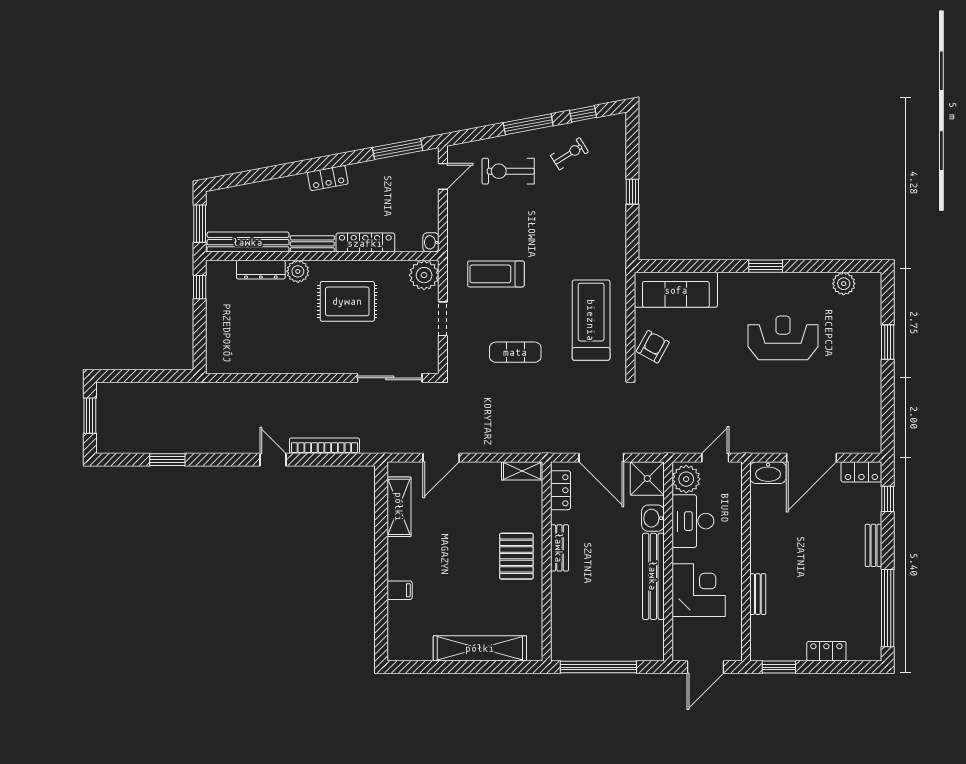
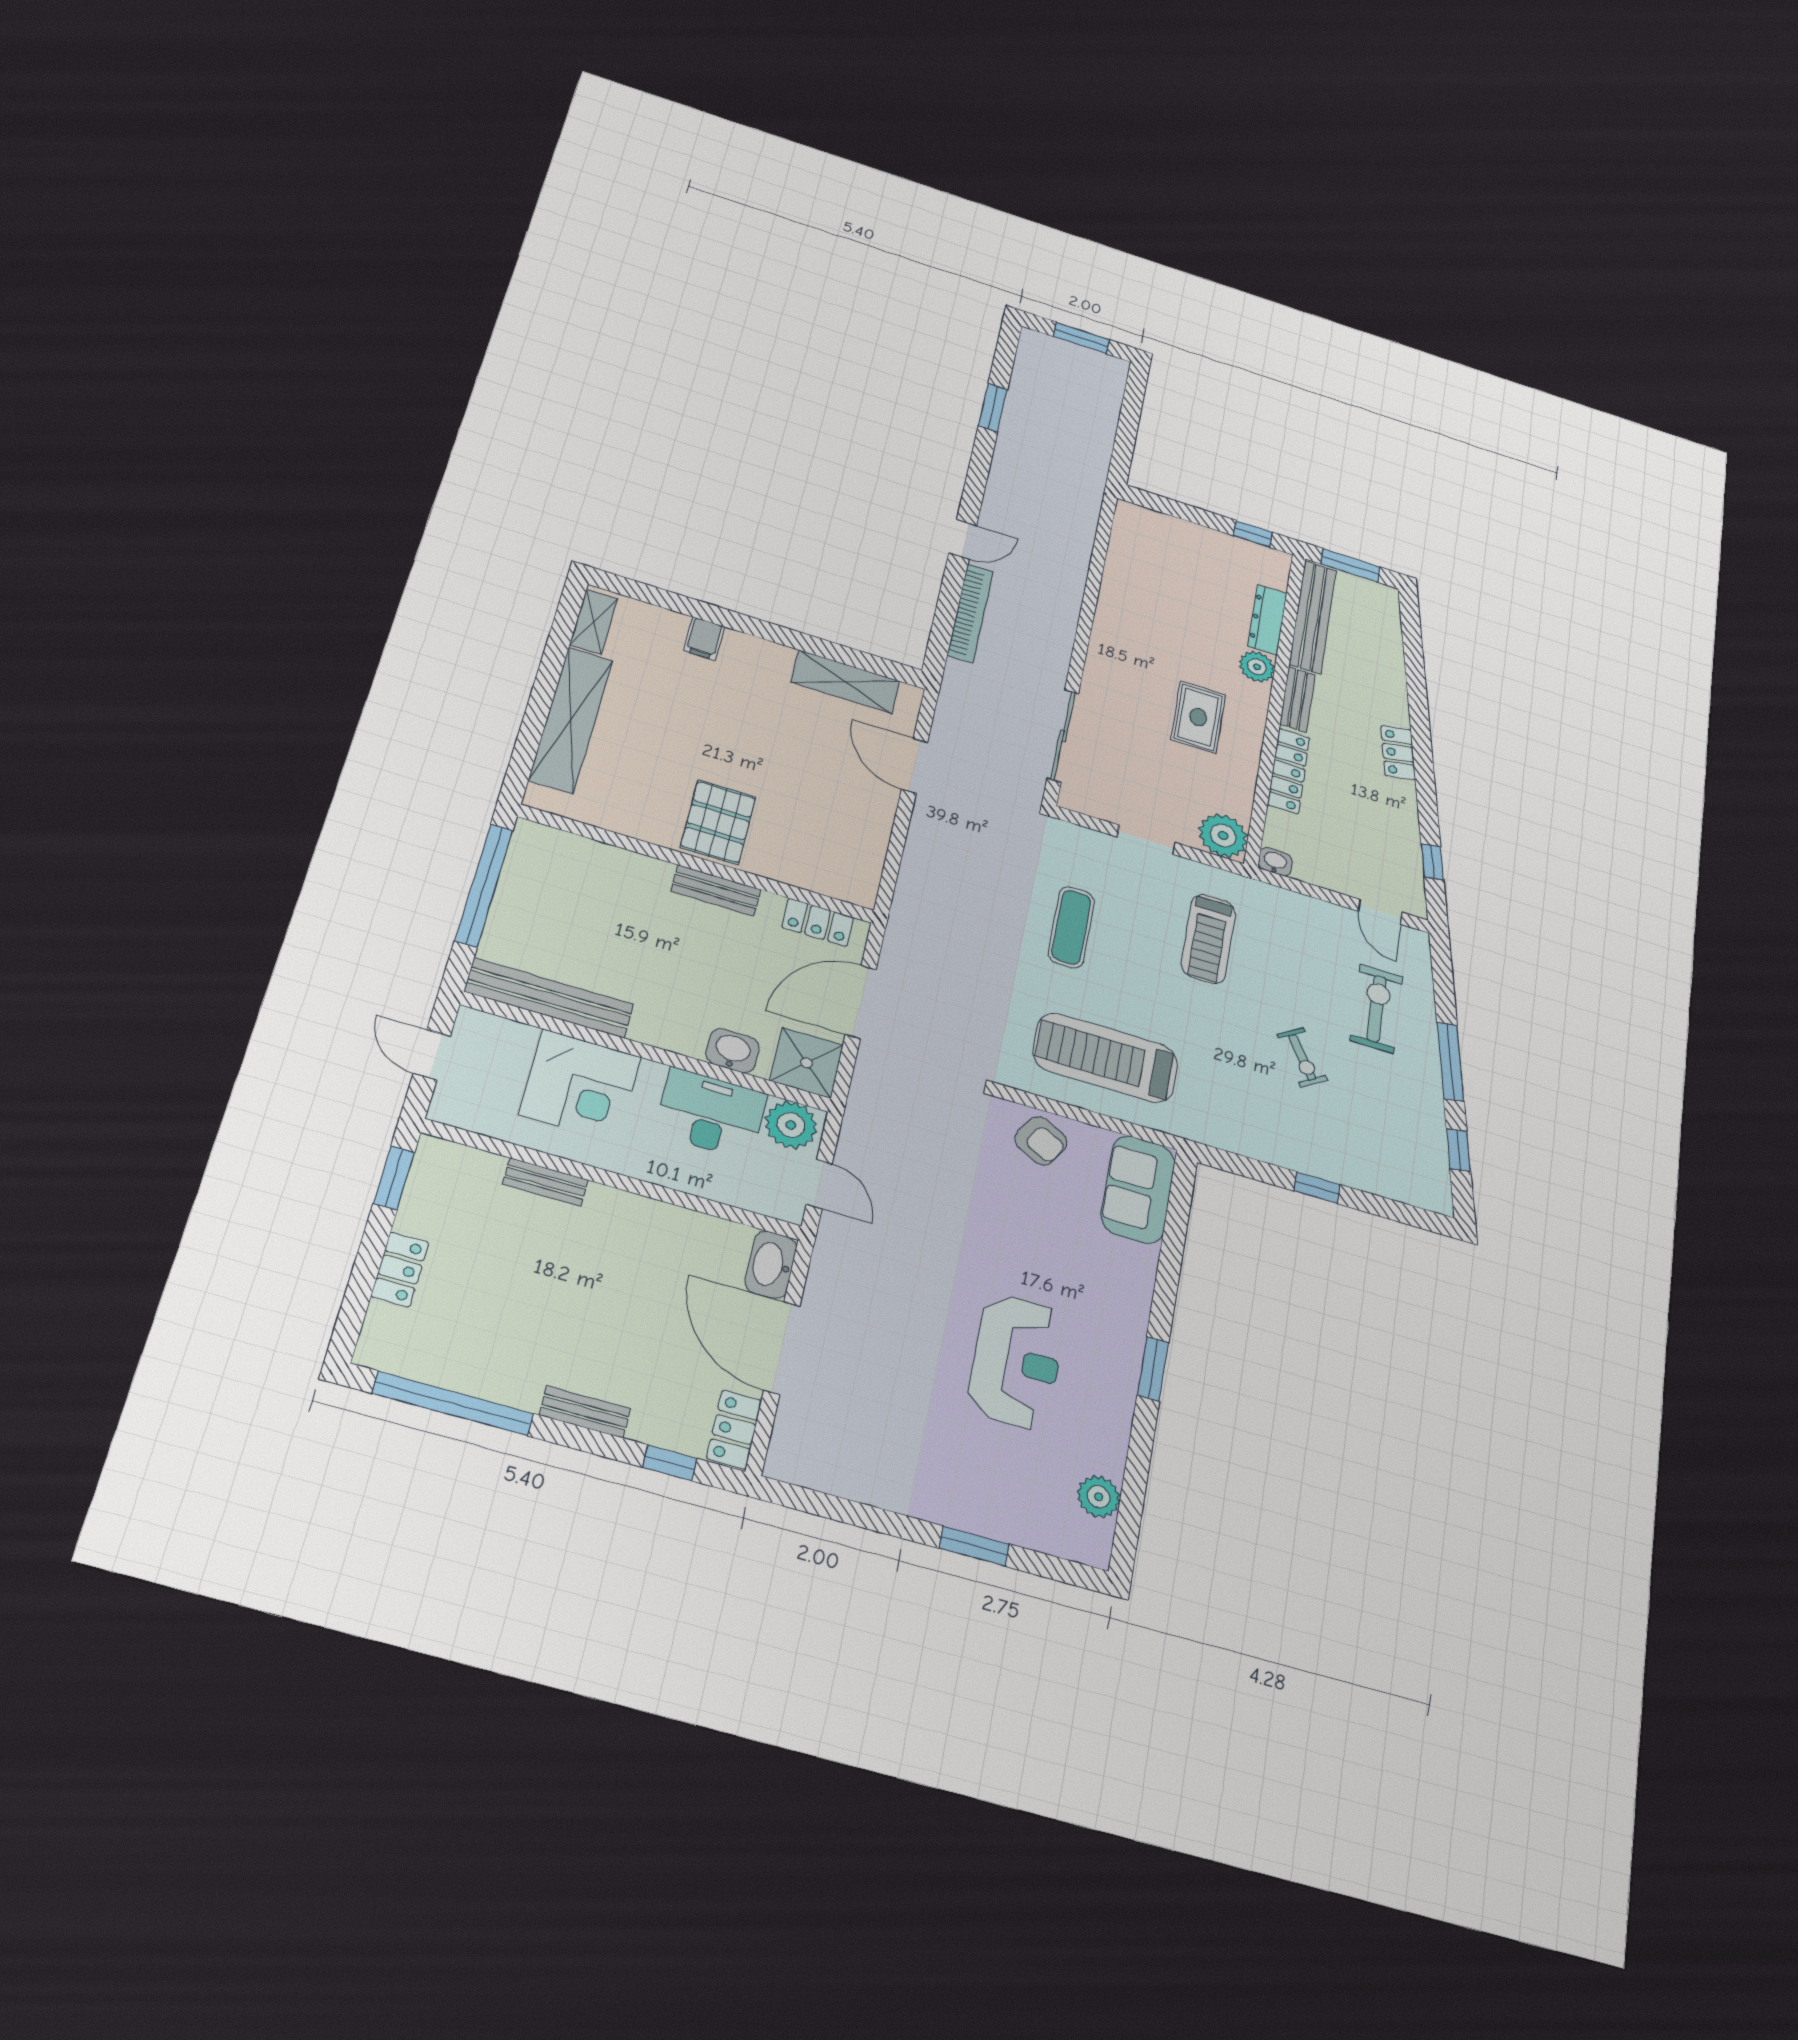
window: (398, 149) -> (1432, 862), width x0.46
exercise bike: (569, 154) -> (1302, 1057), moved
treadmill: (496, 274) -> (1208, 939), turned 180
sofa: (676, 290) -> (1138, 1189), width x0.73
rug: (347, 301) -> (1198, 717), width x0.73, depth x0.70
treadmill: (591, 320) -> (1105, 1058), turned 180
shelving: (522, 471) -> (594, 622), moved
pallet: (516, 556) -> (718, 822), turned 90
bench: (653, 576) -> (549, 998), moved
door: (705, 667) -> (432, 1055), width x0.73

